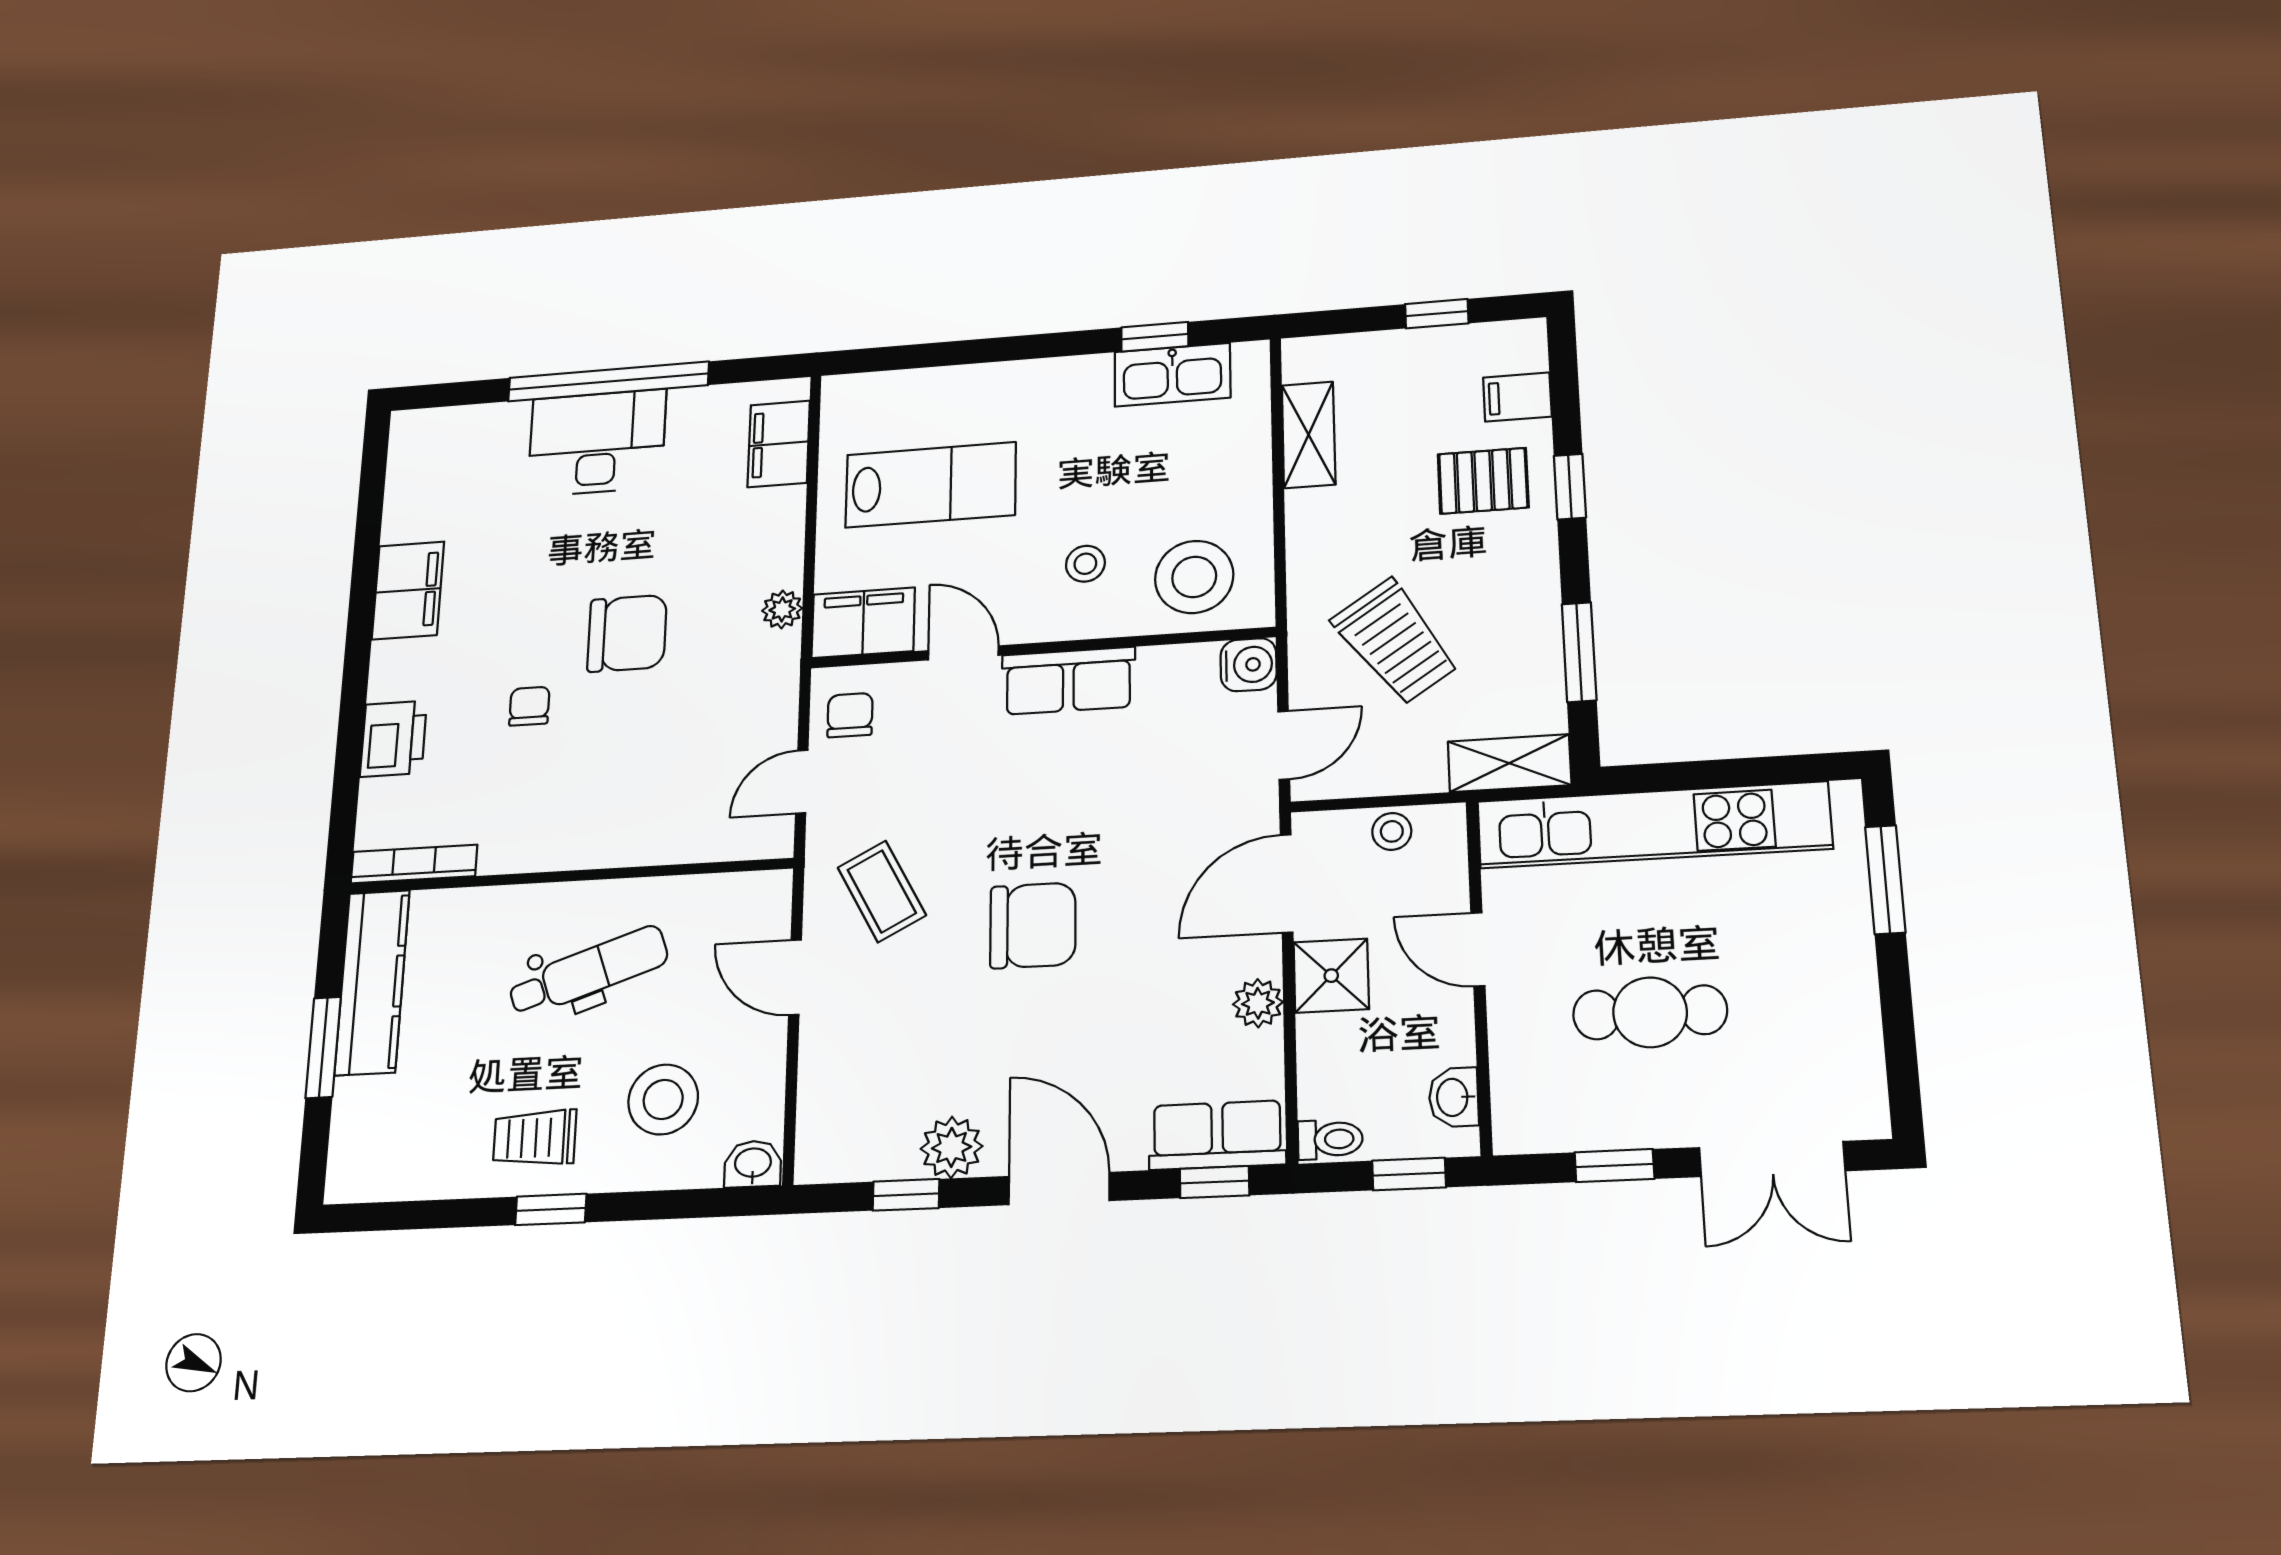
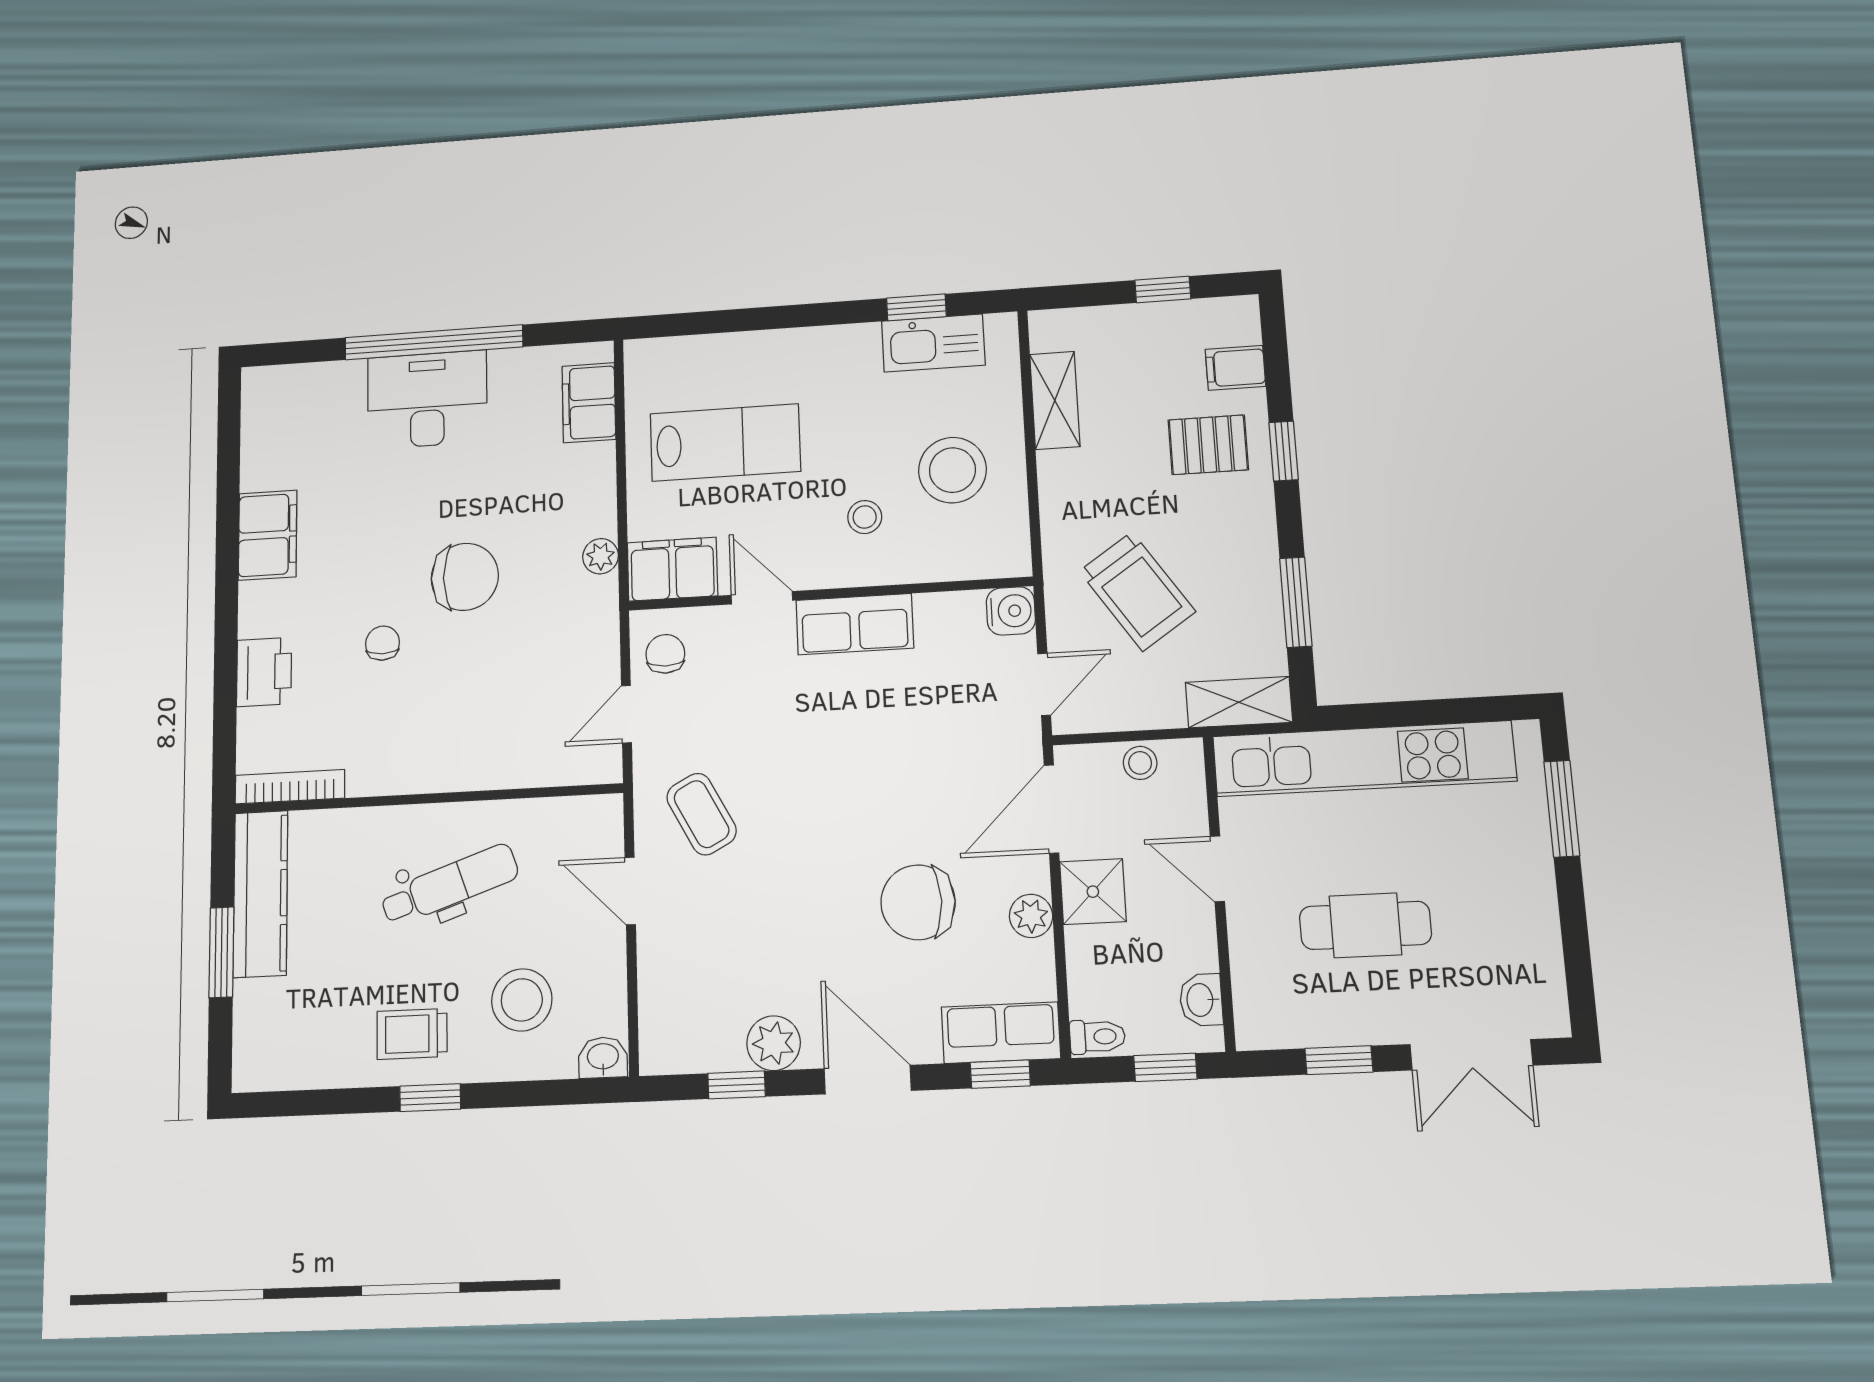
stool: (1194, 577) -> (952, 470), moved
chair: (1033, 925) -> (918, 902), moved, turned 180

